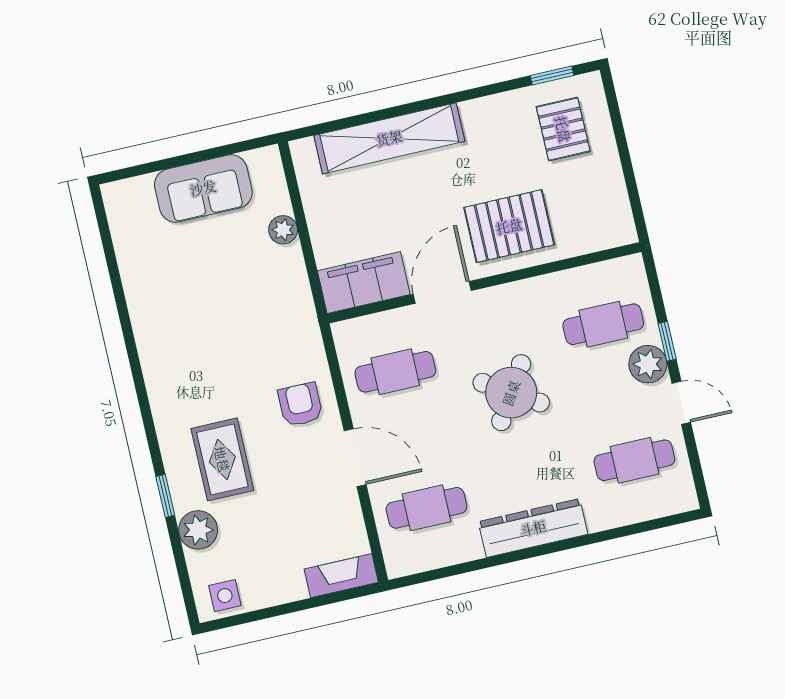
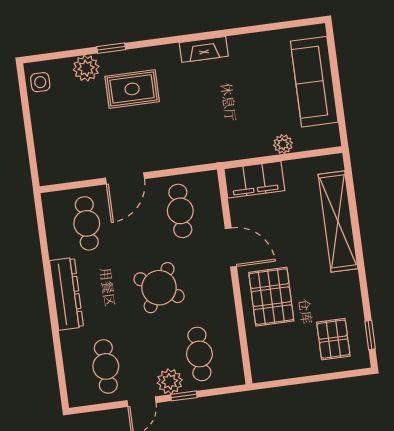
pallet: (563, 129) -> (333, 339), turned 90
sofa: (203, 188) -> (314, 82), width x1.36
filing cabinet: (364, 283) -> (254, 180), moved, turned 90
armchair: (300, 404) -> (164, 145), removed
fireplace: (341, 576) -> (204, 49), moved, turned 90

